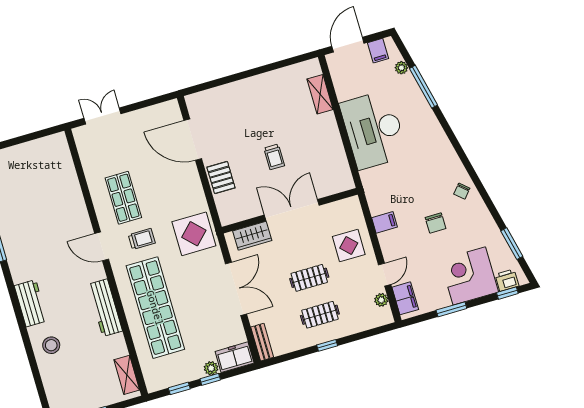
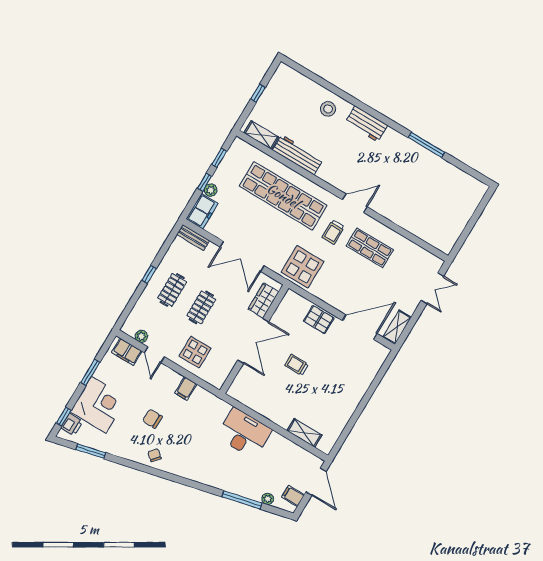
shelving: (162, 111) -> (397, 327), added
desk: (374, 130) -> (244, 433), width x0.73, depth x0.77
workbench: (105, 308) -> (298, 155), moved

